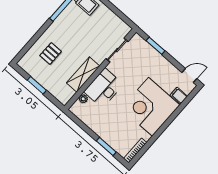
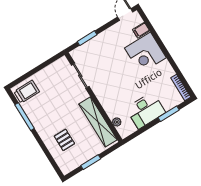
shelving: (83, 74) -> (98, 122), width x1.47
desk: (104, 88) -> (146, 110), moved, turned -90
corner desk: (150, 107) -> (145, 53), width x0.74, depth x0.74

